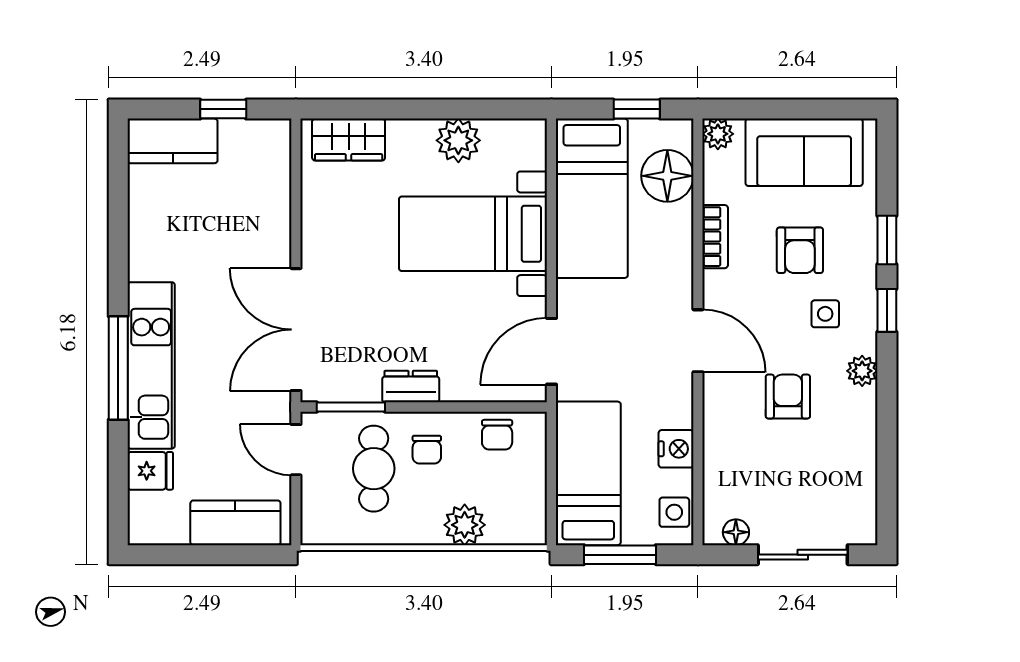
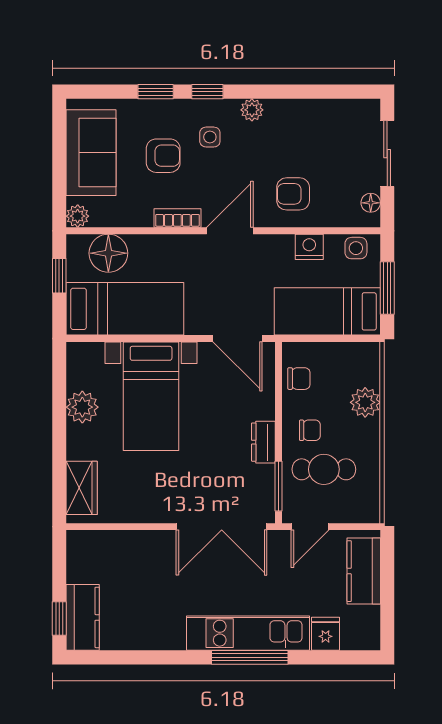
window: (223, 109) -> (59, 619), moved
bookcase: (715, 237) -> (177, 218), moved
armchair: (788, 397) -> (293, 194), moved

